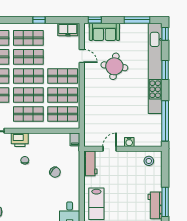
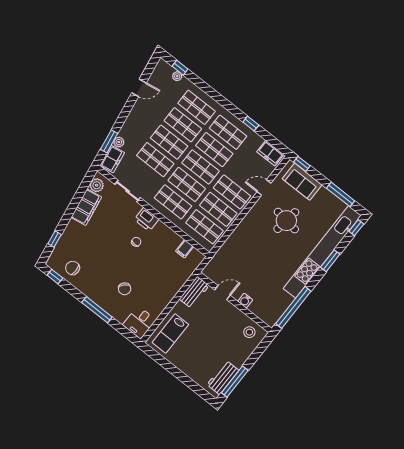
door: (82, 56) -> (264, 187), swing flipped
filing cabinet: (75, 139) -> (185, 249), moved
chair: (55, 172) -> (125, 289), moved

